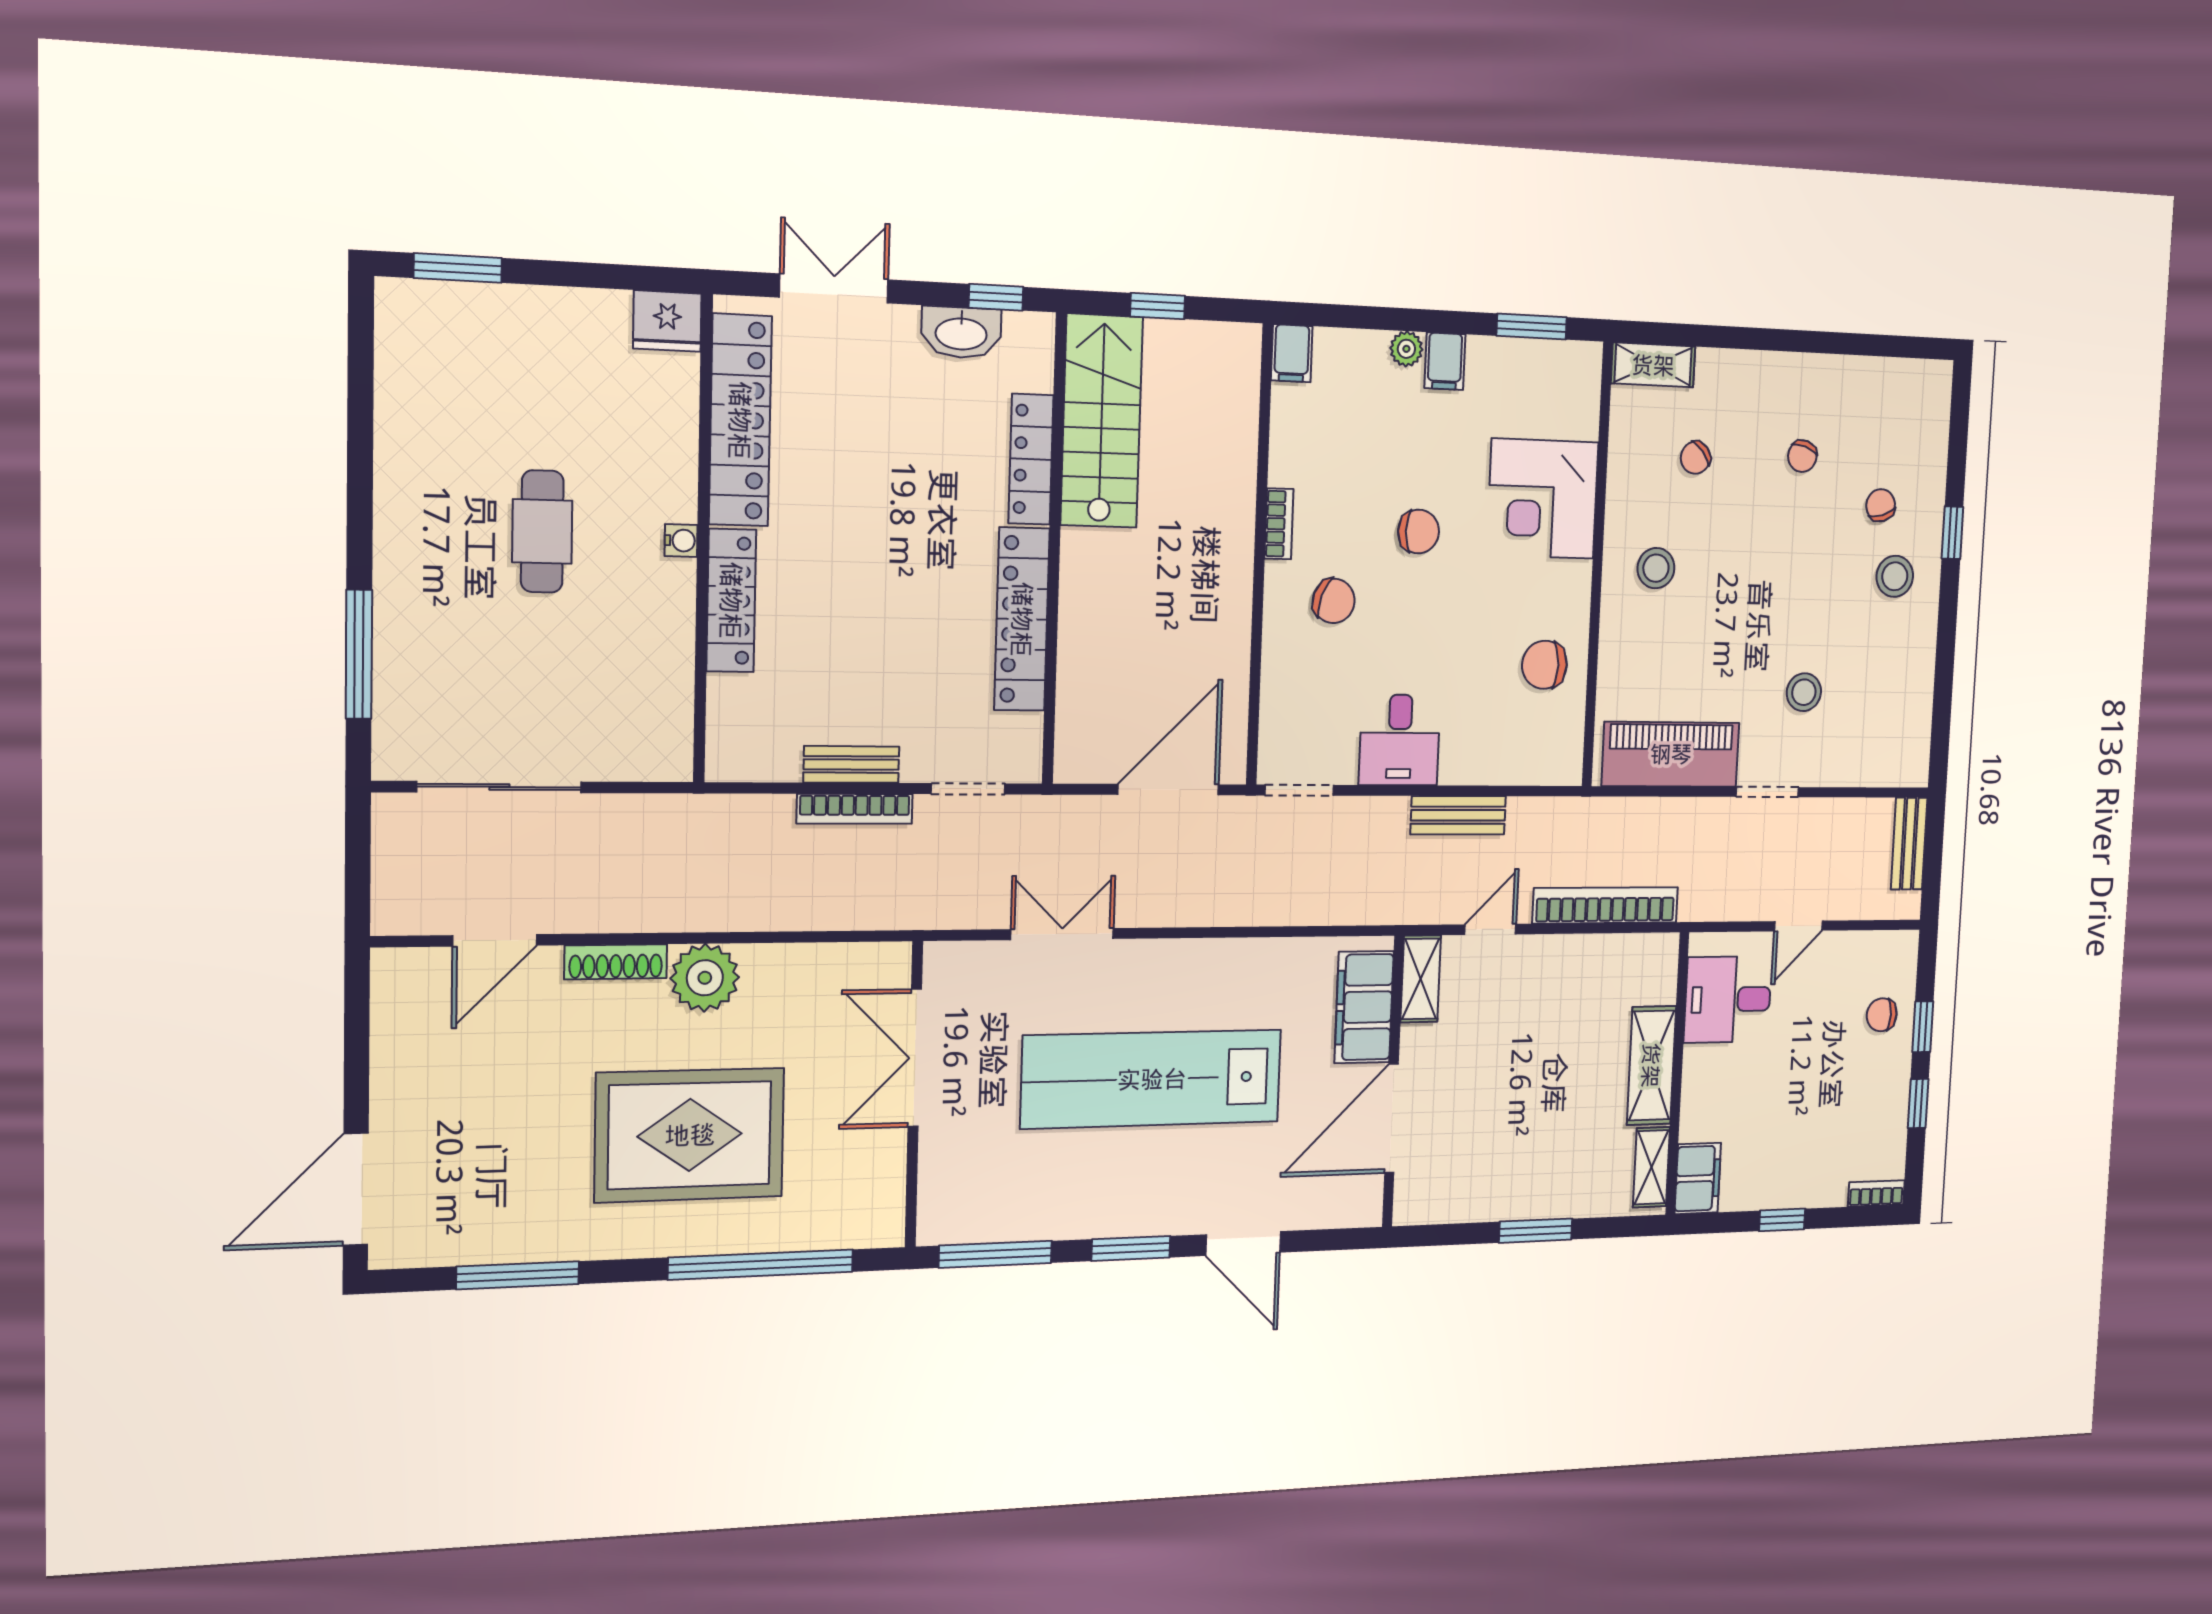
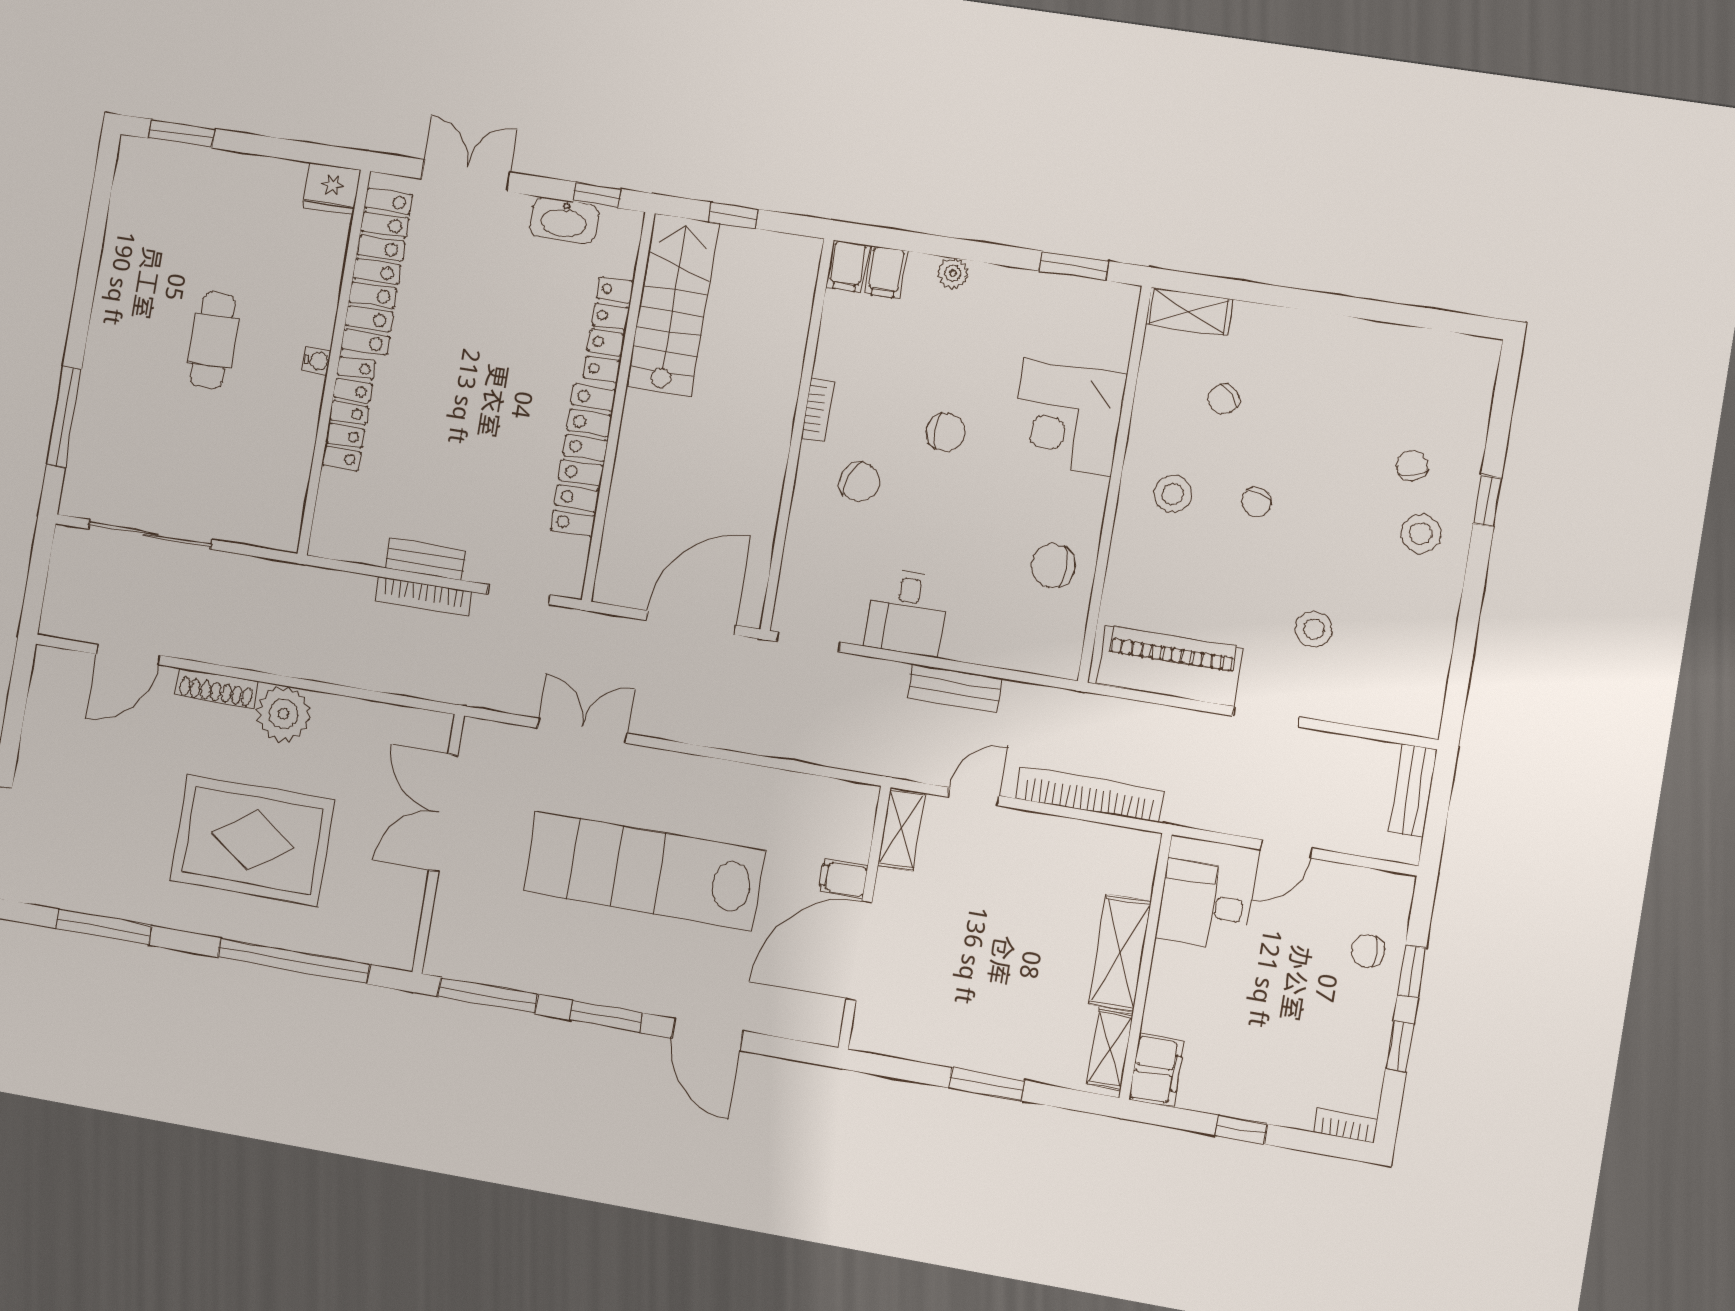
filing cabinet: (1445, 361) -> (886, 272), moved
chair: (1802, 456) -> (1257, 502), moved
filing cabinet: (1364, 1007) -> (843, 878), width x0.33, depth x0.86

